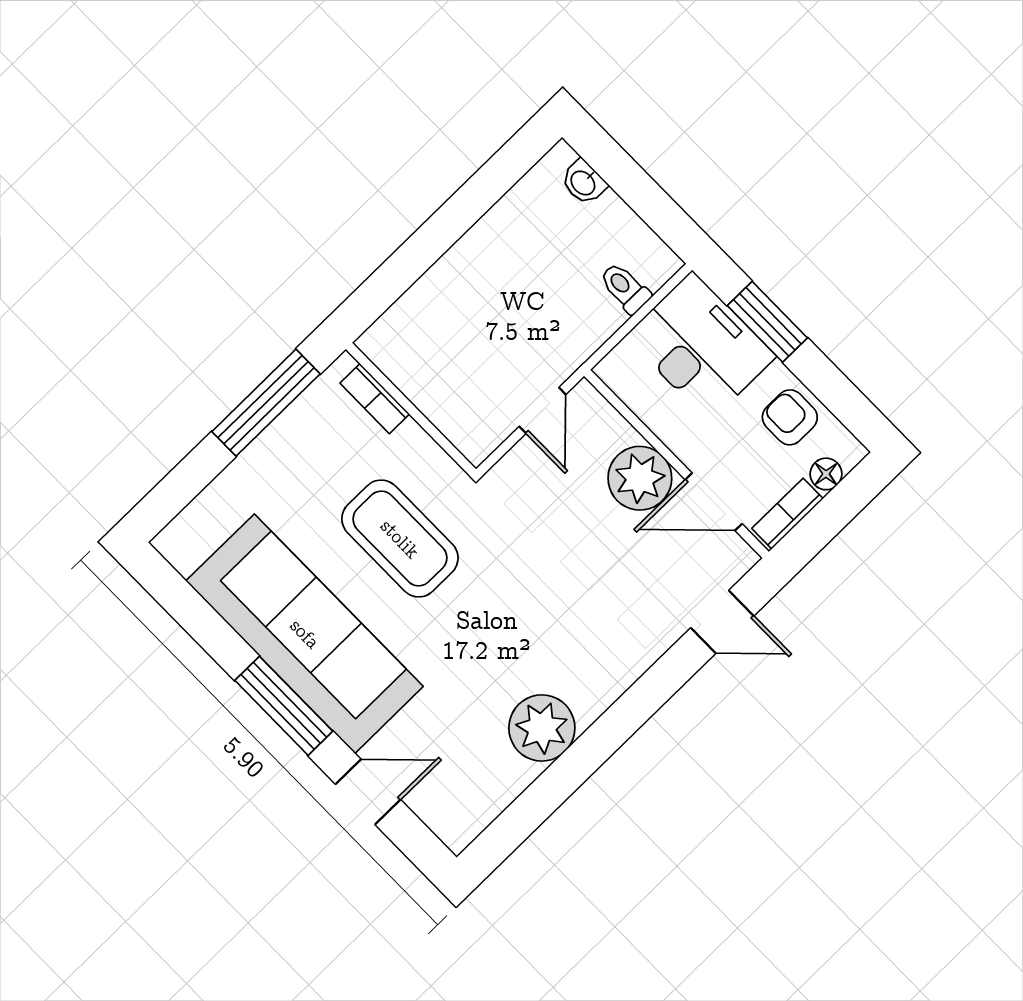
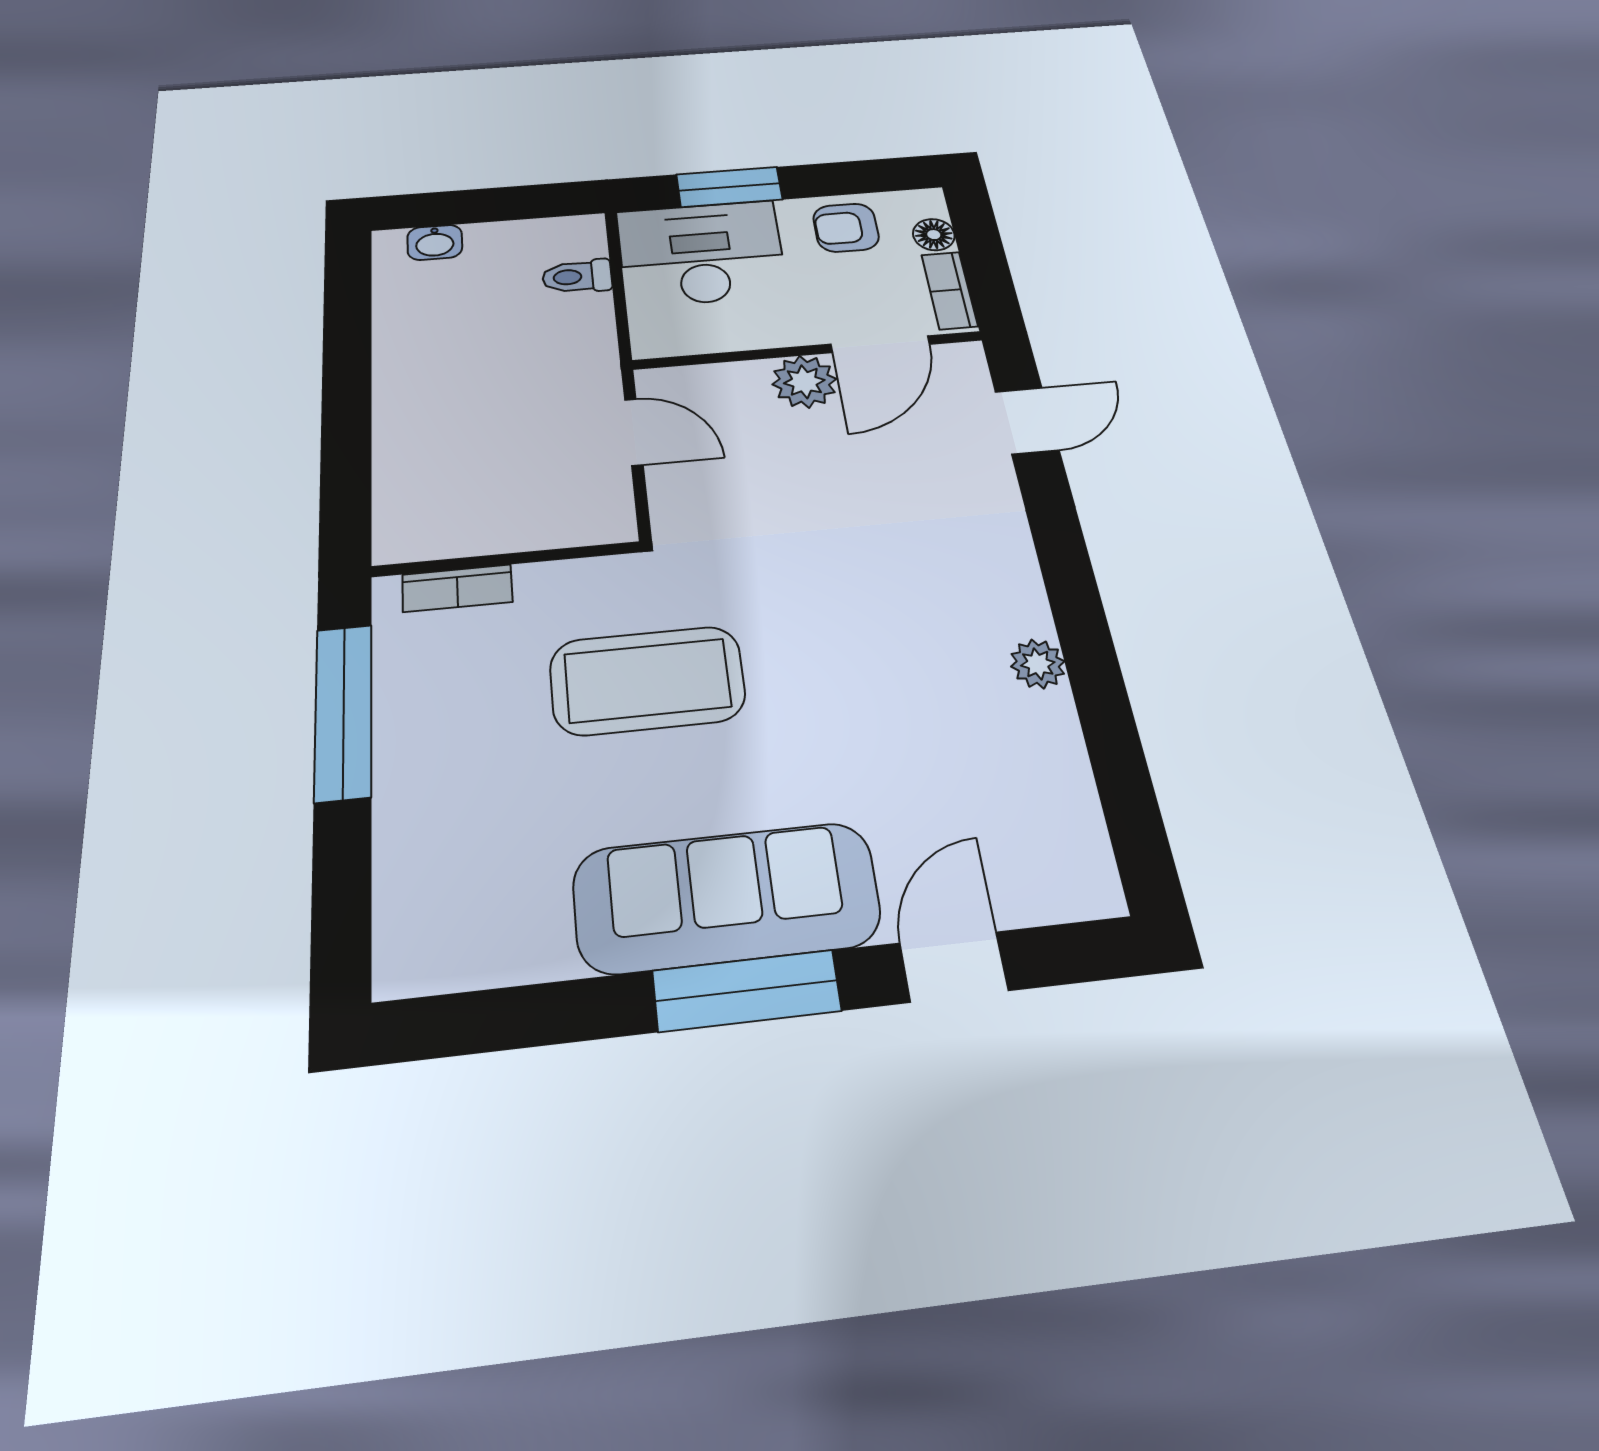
plant: (640, 478) -> (804, 382), width x0.73, depth x0.73
sofa: (305, 634) -> (726, 897), width x0.74, depth x0.79
plant: (542, 728) -> (1038, 664), width x0.53, depth x0.53

